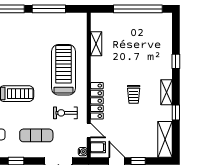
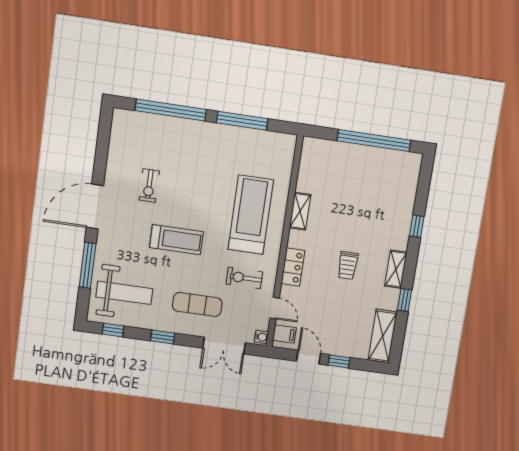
shelving: (96, 44) -> (300, 211), moved
locker: (97, 101) -> (293, 267), width x0.66

